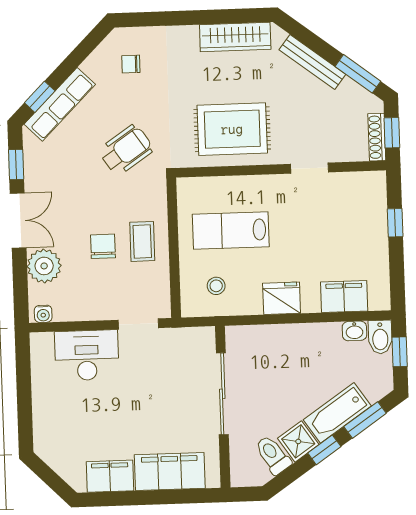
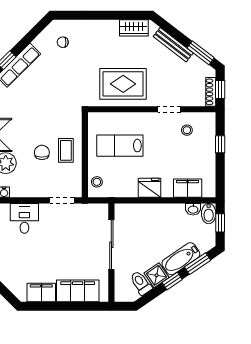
wardrobe: (235, 37) -> (134, 28), width x0.67
wheelchair: (126, 150) -> (58, 94), removed
stool: (340, 201) -> (187, 130), added
stool: (216, 286) -> (97, 182), moved
desk: (87, 355) -> (24, 218), width x0.73

